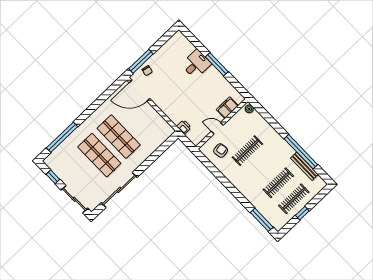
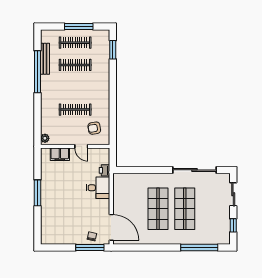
desk: (196, 64) -> (98, 188), moved, turned 180
sliding door: (74, 199) -> (233, 194), width x0.73
window: (302, 213) -> (79, 27), width x2.17
window: (262, 220) -> (113, 50), width x0.69

